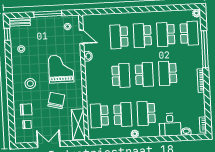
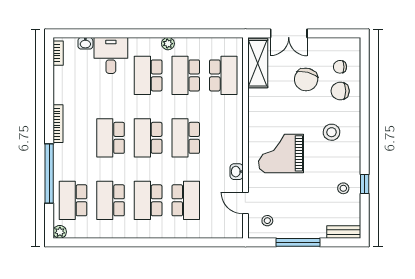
window: (7, 34) -> (365, 184), moved
school desk: (166, 34) -> (111, 200), turned 180
school desk: (142, 36) -> (148, 200), turned 180
grand piano: (61, 69) -> (281, 153), turned 90
school desk: (168, 73) -> (111, 138), turned 180
chair: (56, 100) -> (306, 79), moved
school desk: (146, 113) -> (148, 75), turned 180
double door: (49, 144) -> (289, 33), moved

